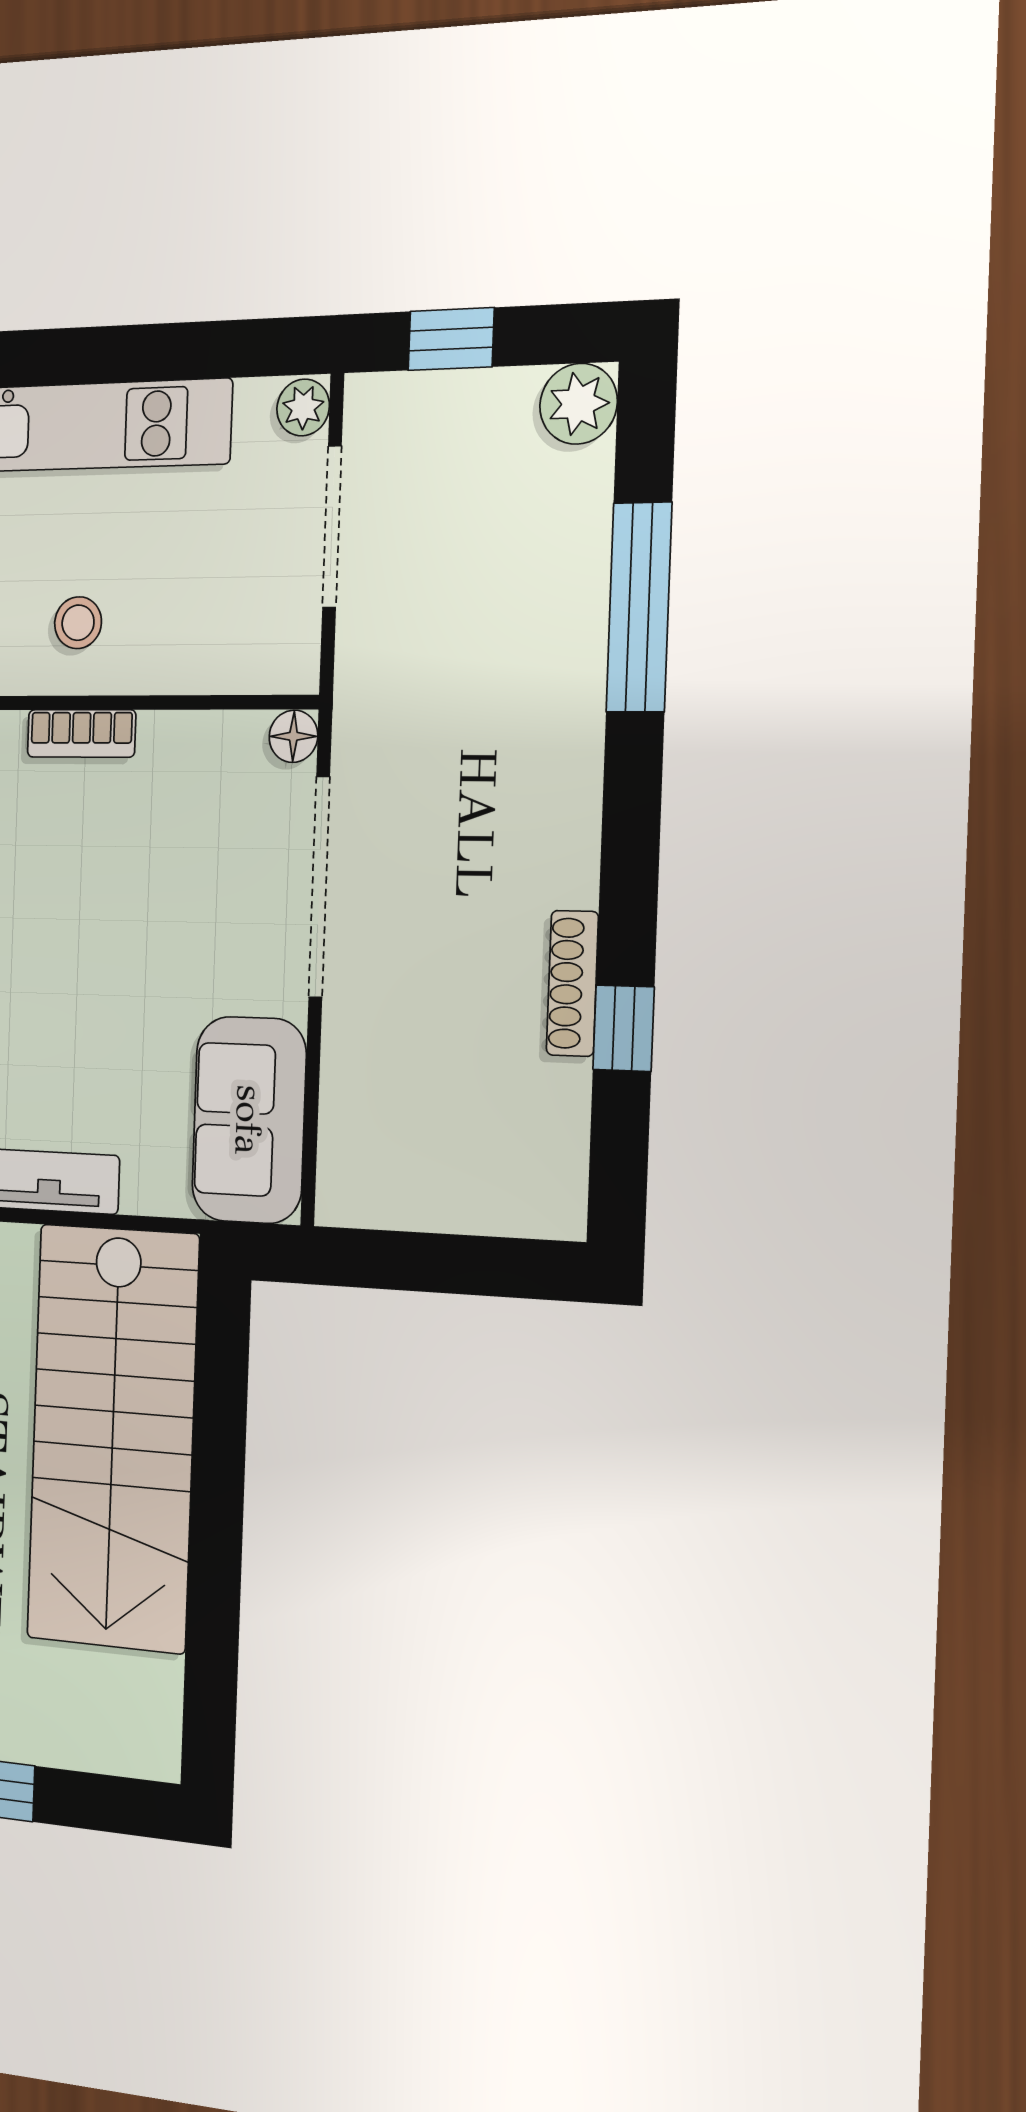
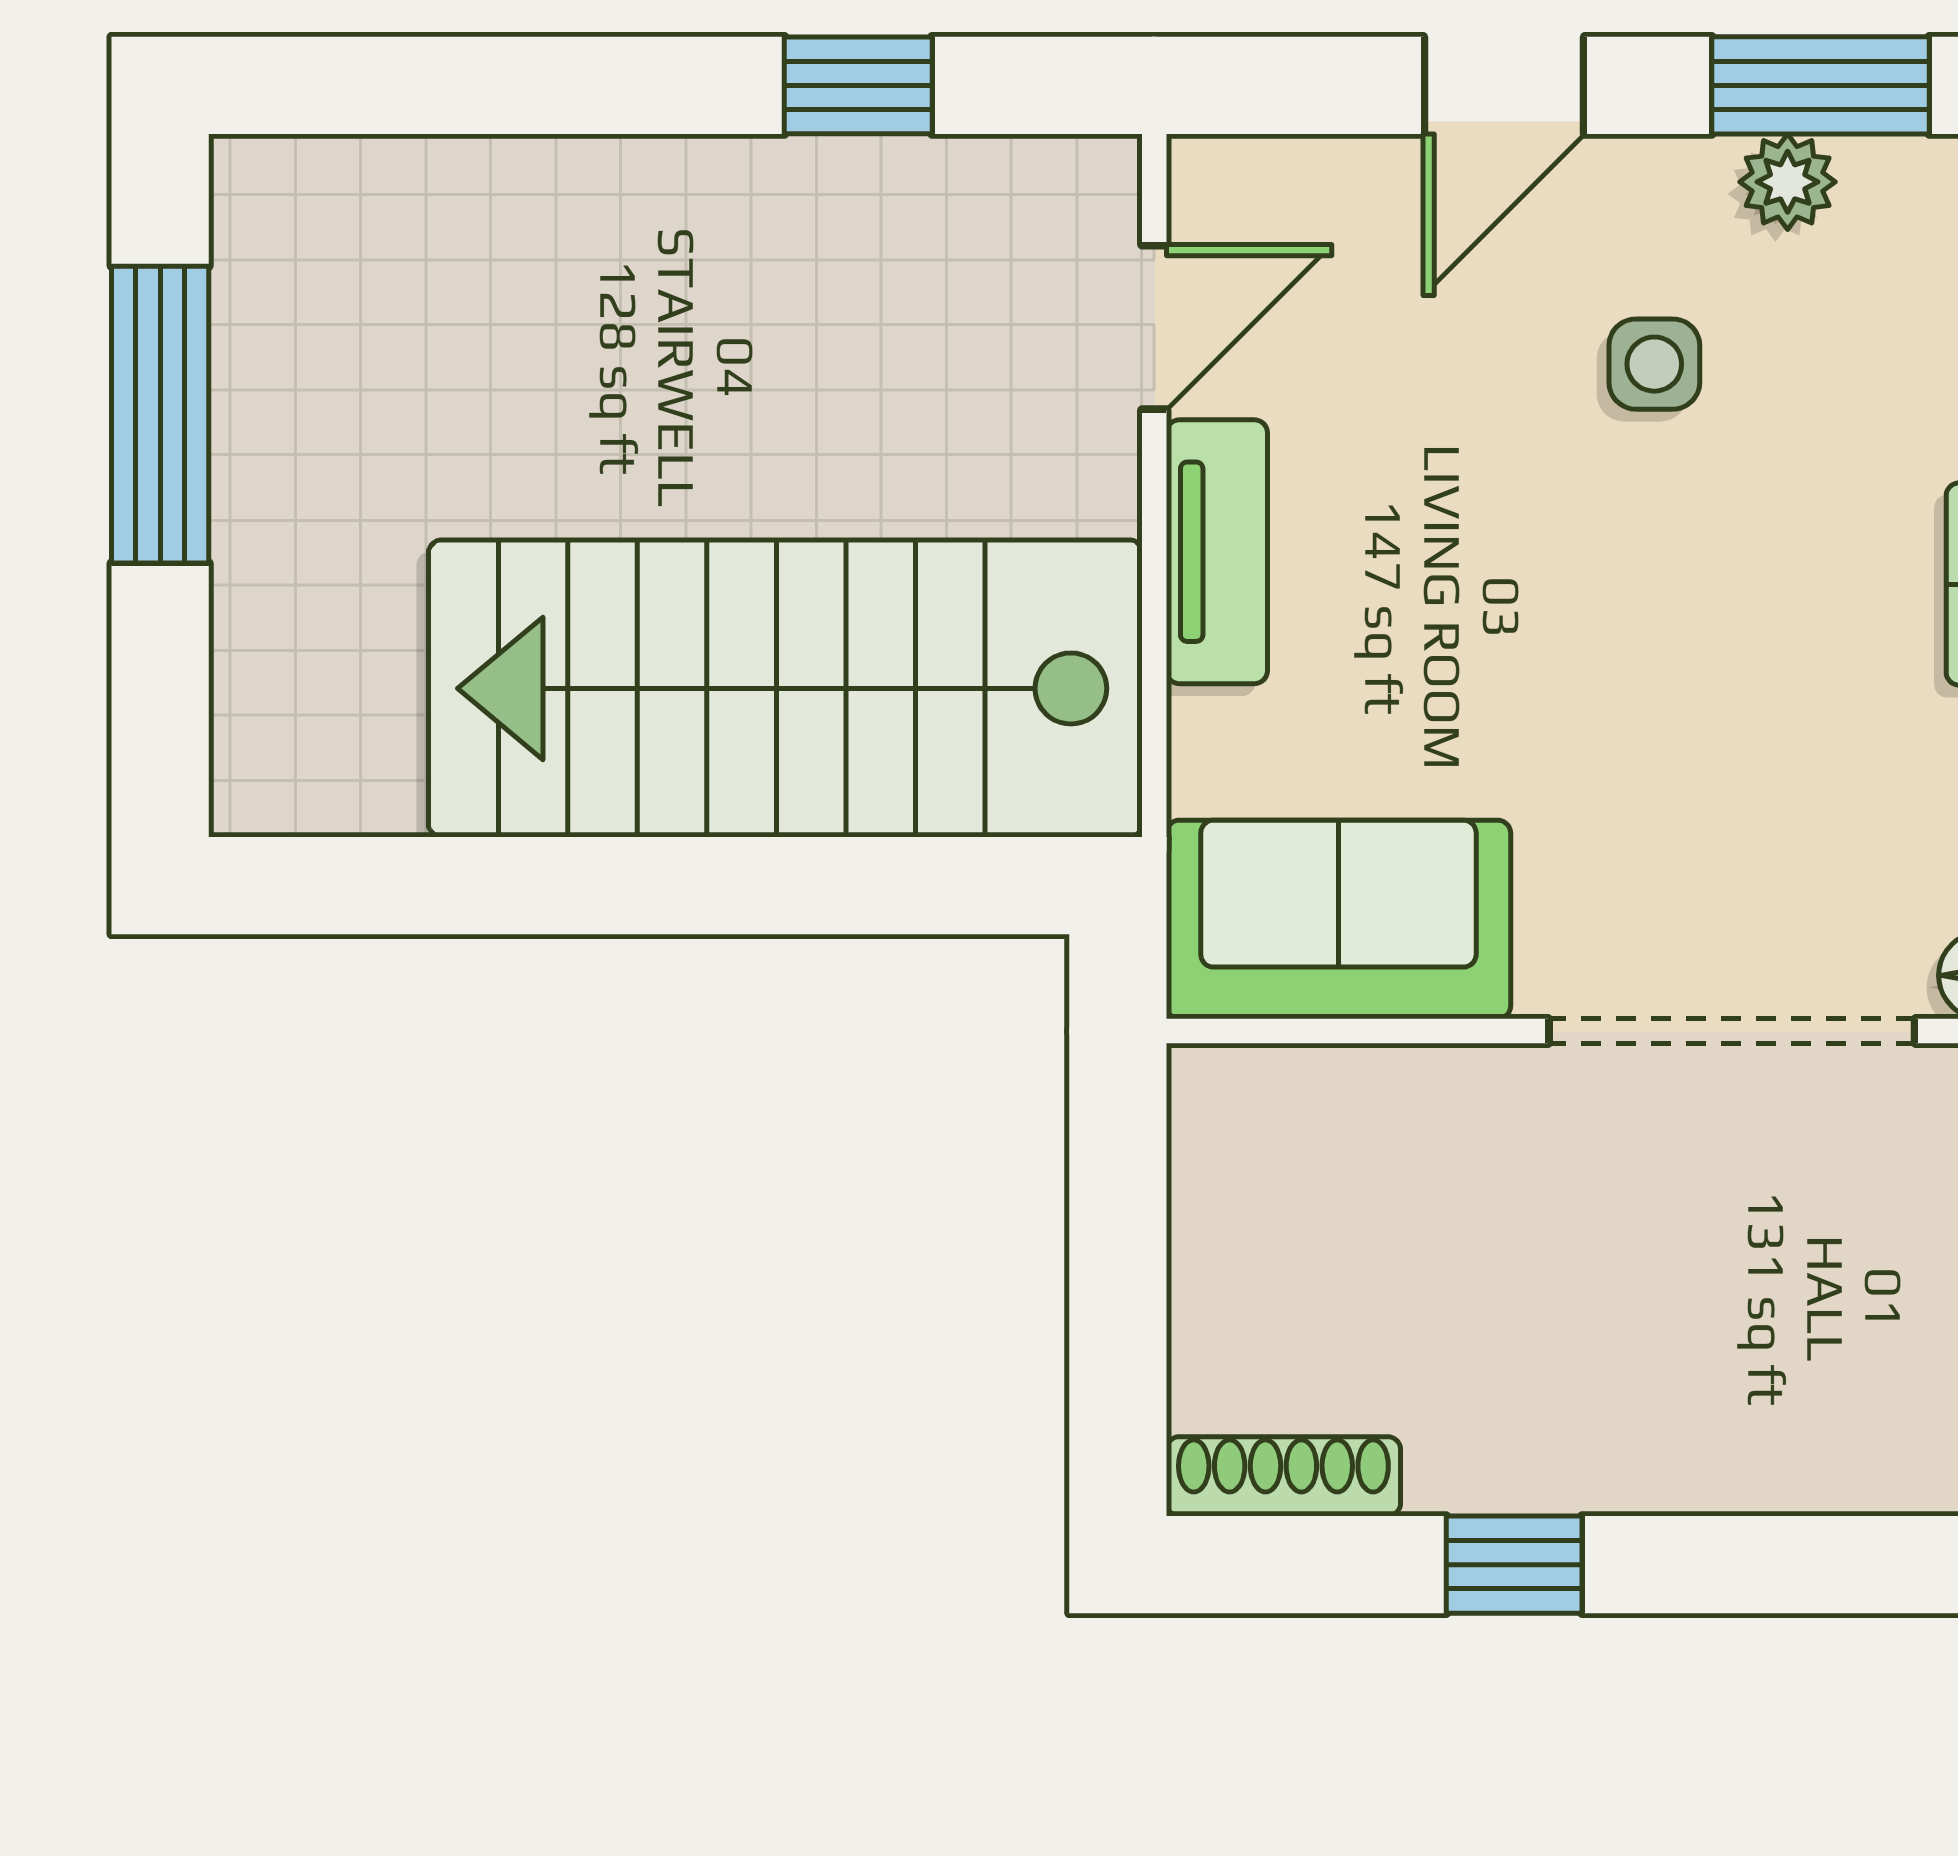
shoe rack: (572, 983) -> (1283, 1476), moved

